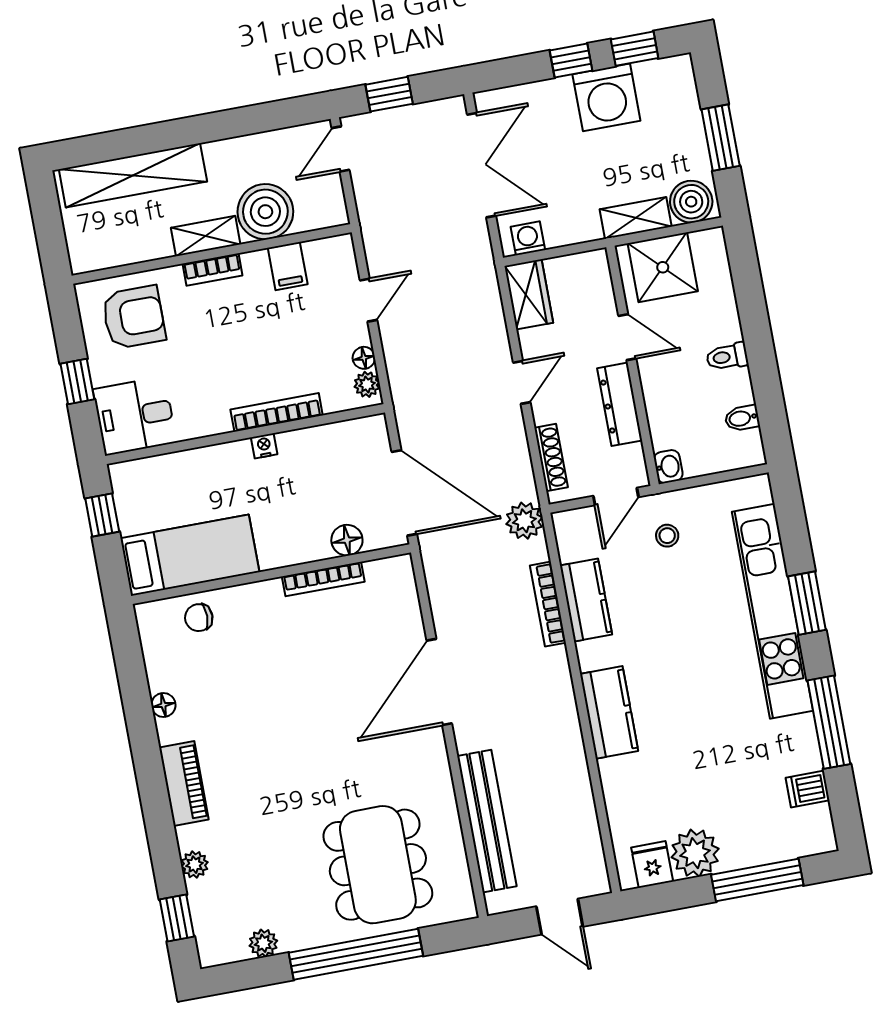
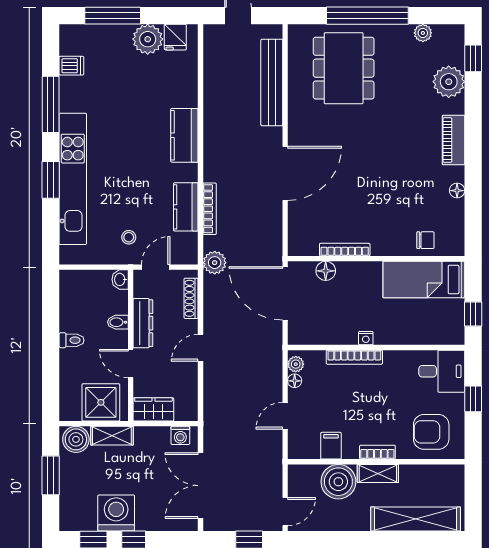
wardrobe: (529, 294) -> (153, 409), moved, turned 90
bidet: (742, 418) -> (118, 322), moved, turned 180
plant: (194, 865) -> (449, 82), width x1.88, depth x1.88

